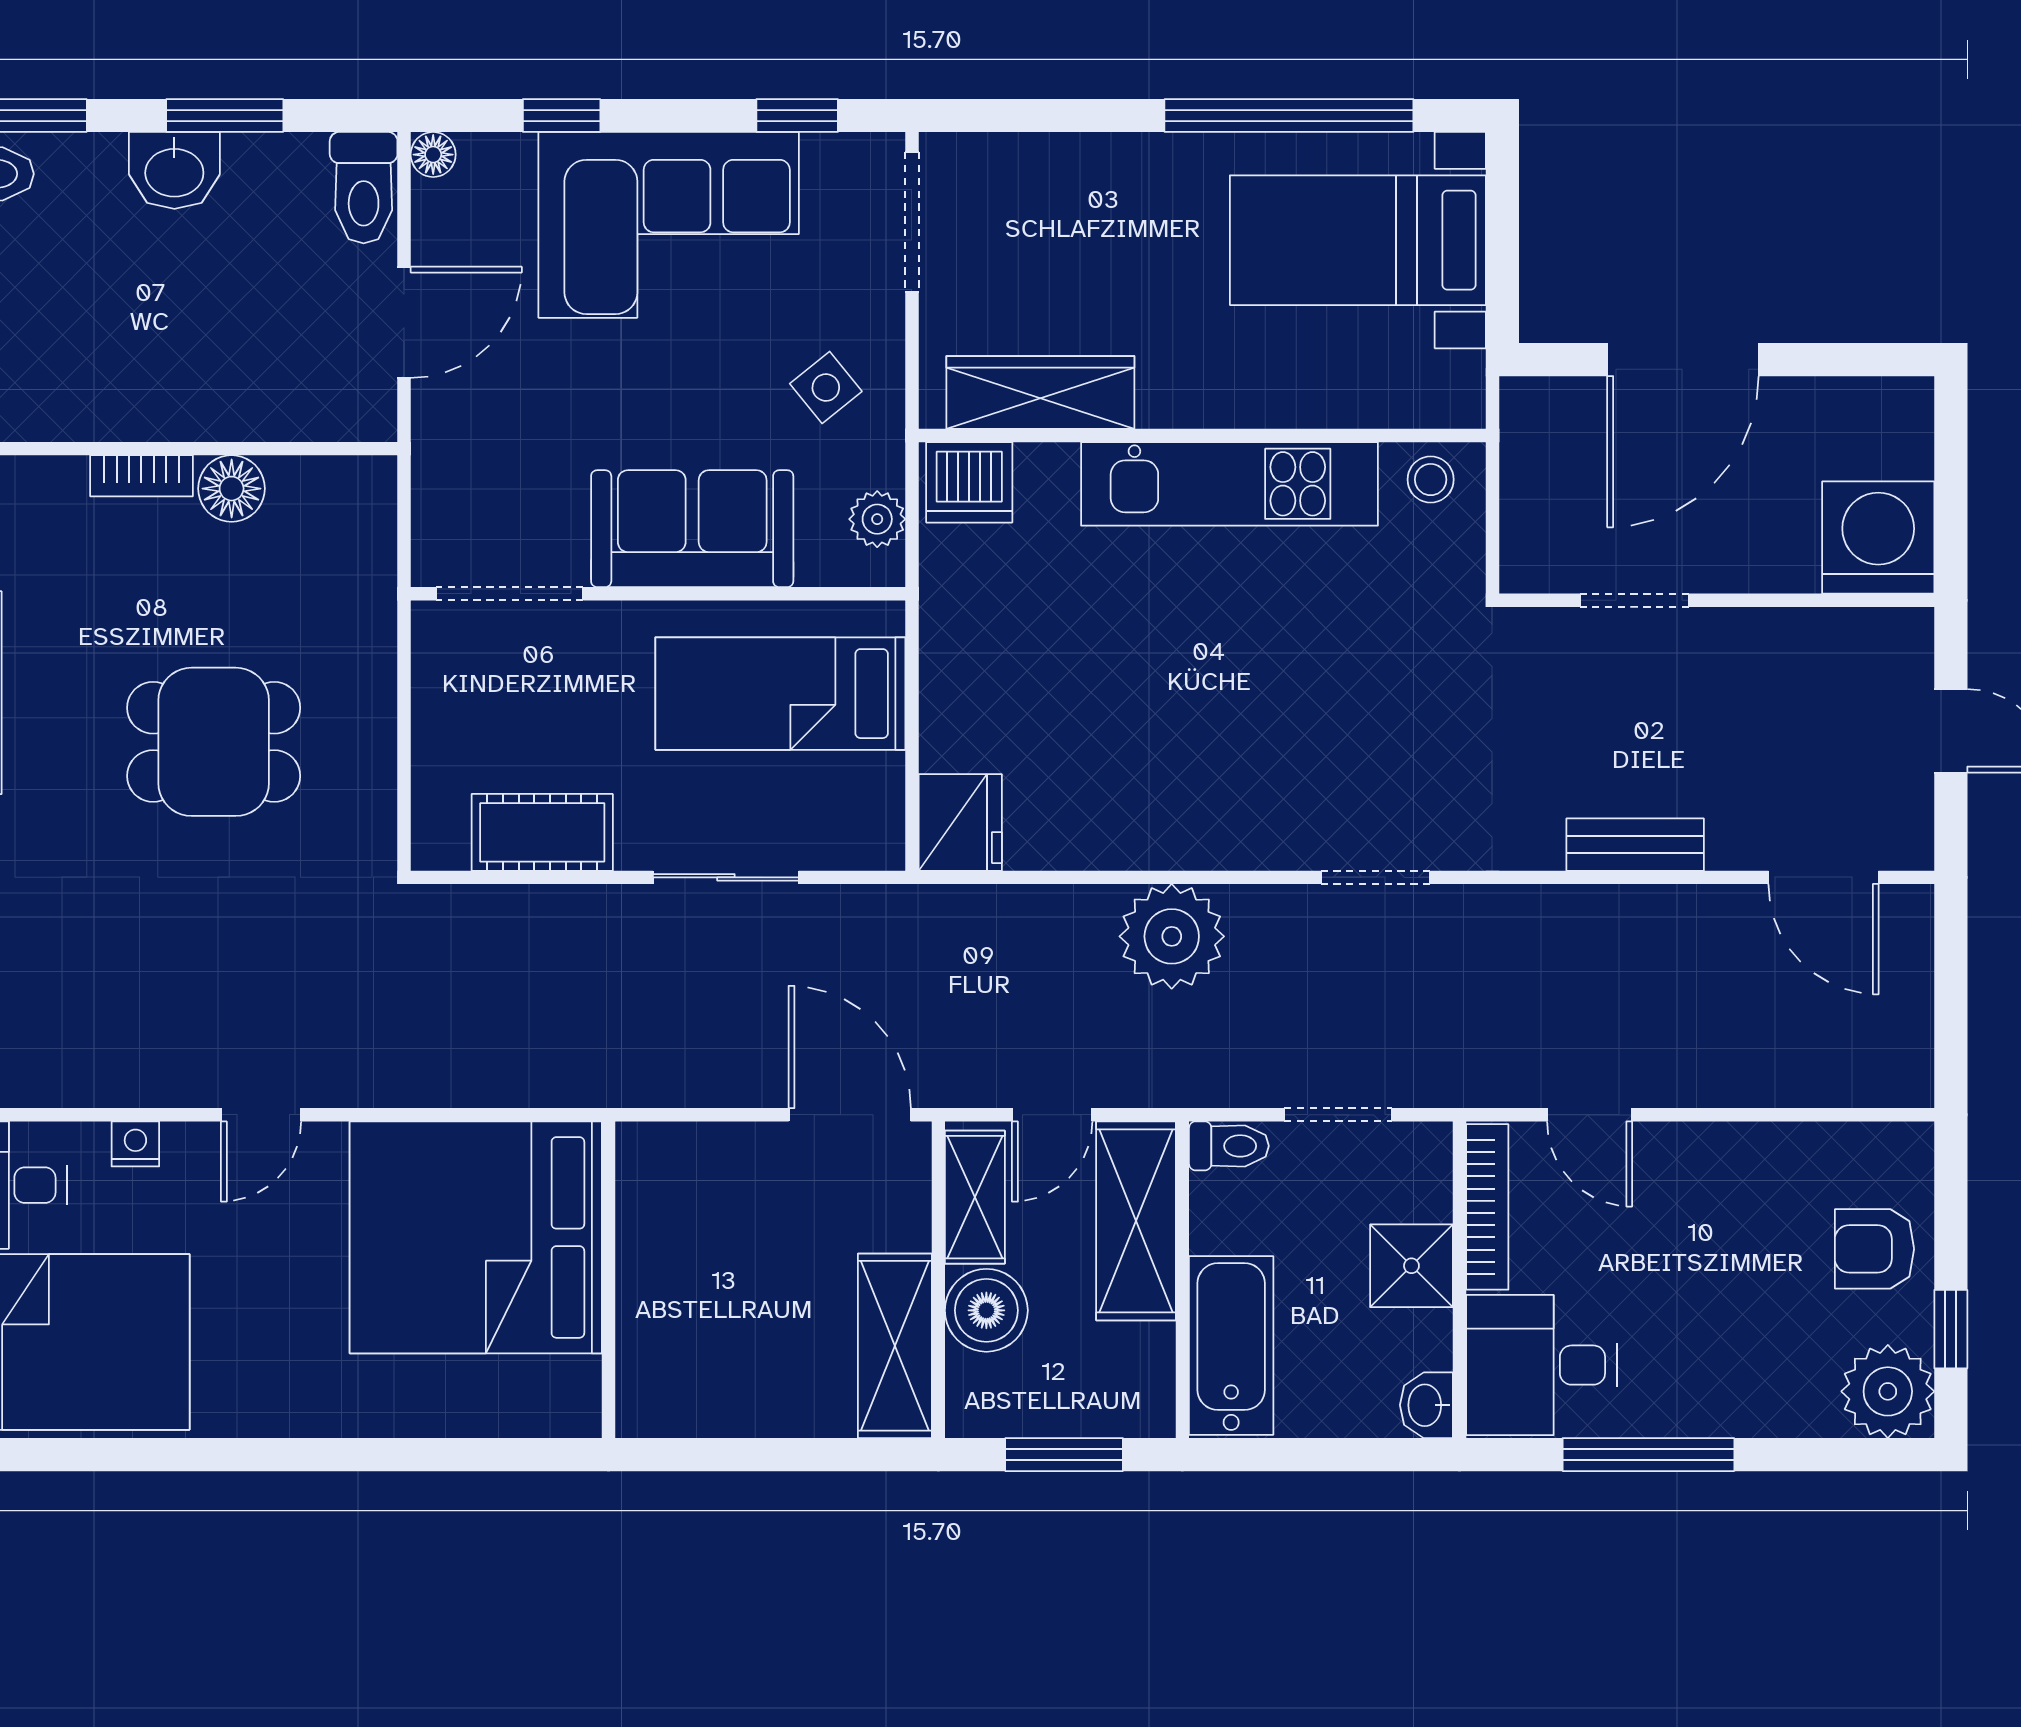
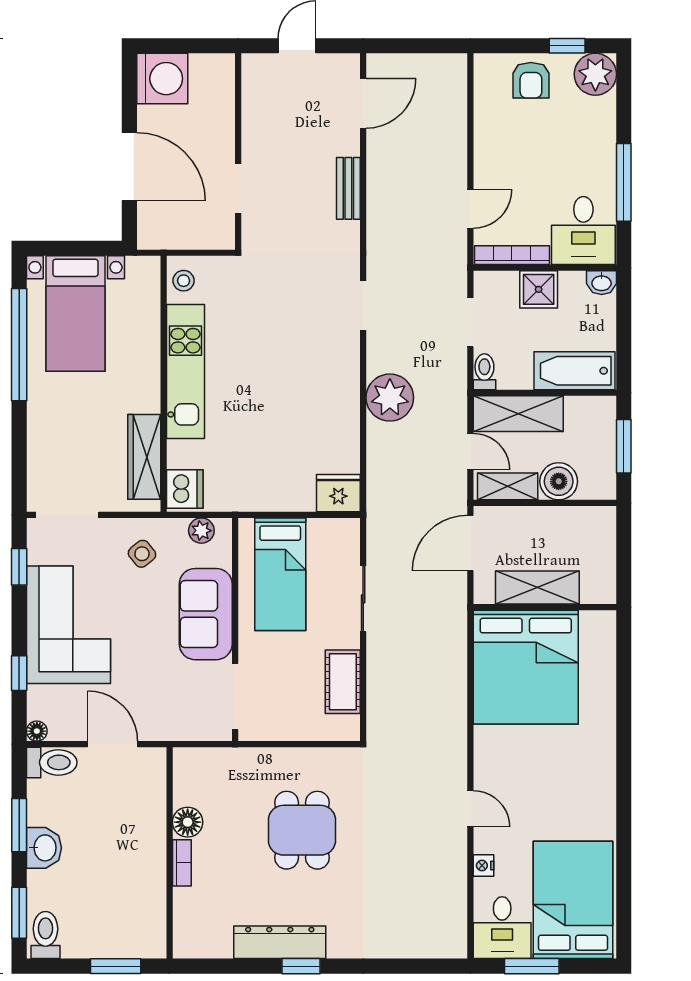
washing machine: (1878, 538) -> (162, 79), moved, turned 180
bed: (476, 1237) -> (526, 667), moved
wall: (609, 1280) -> (545, 607), moved
shelving: (895, 1346) -> (537, 588), moved

